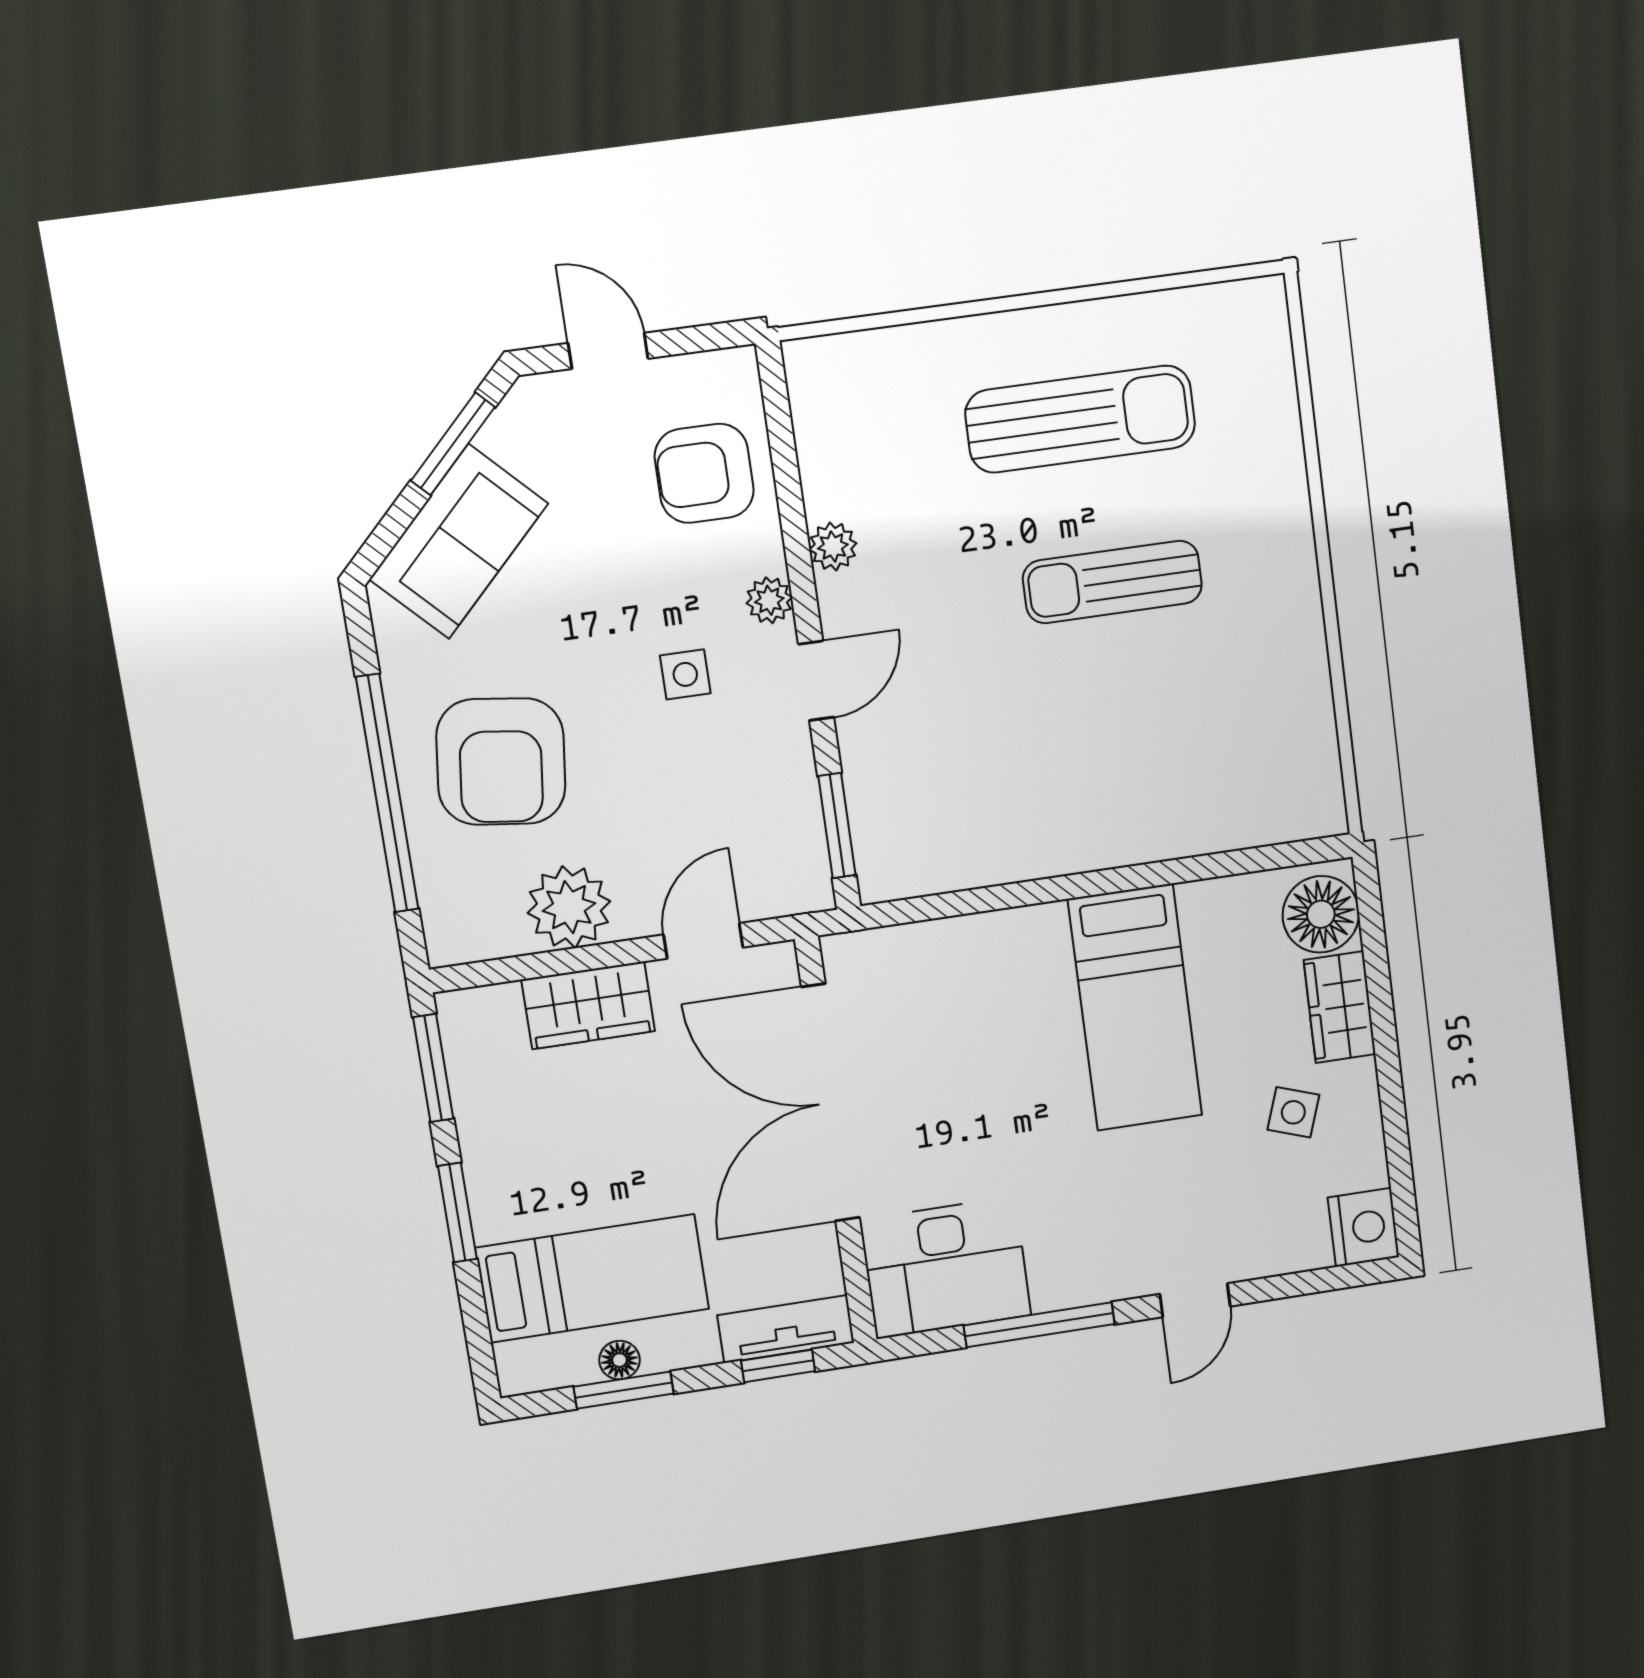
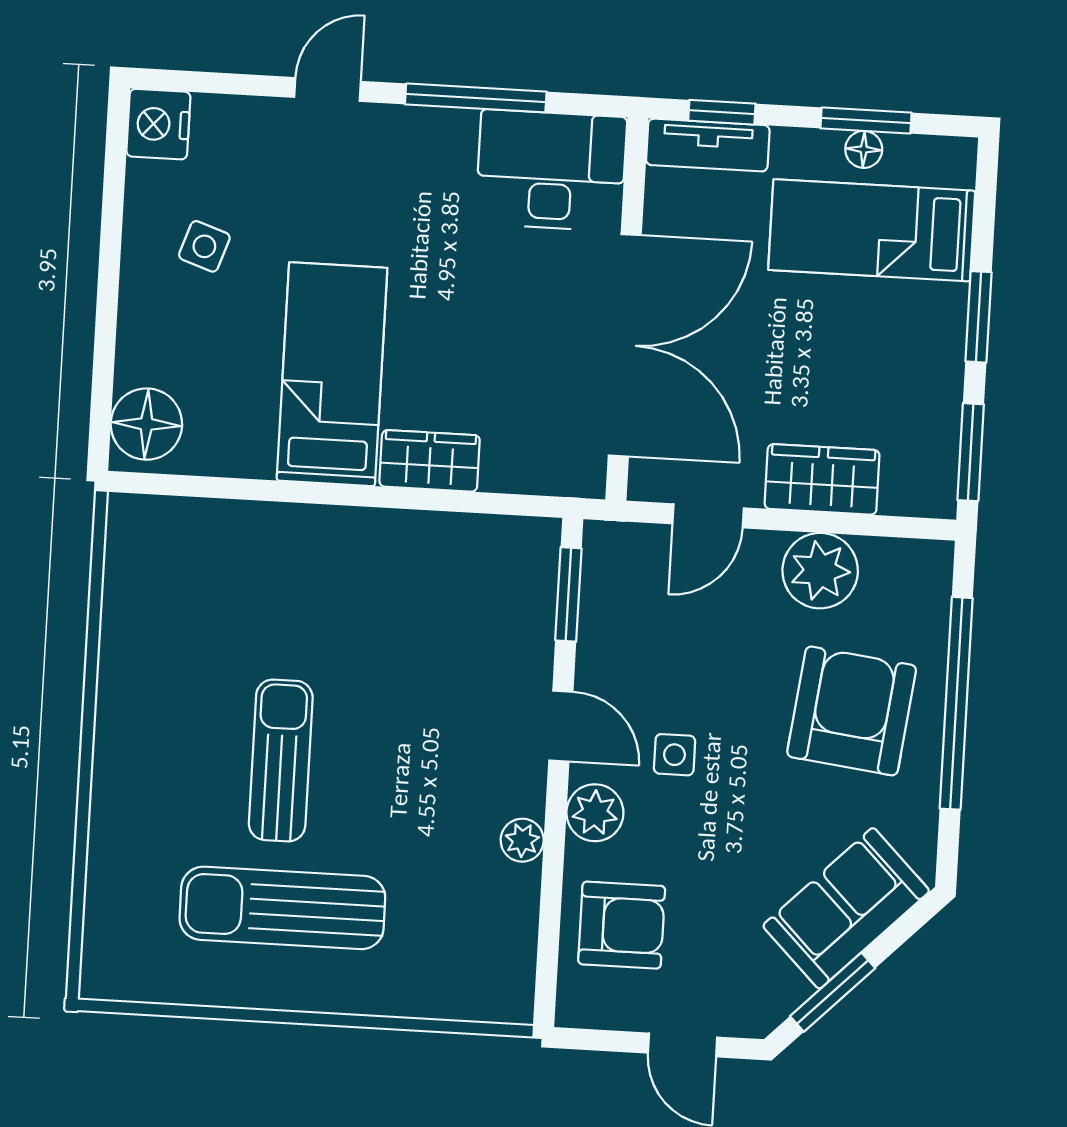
sun lounger: (1112, 582) -> (281, 760), turned -90
plant: (769, 600) -> (595, 813), width x1.38, depth x1.38
door: (816, 681) -> (561, 726), swing flipped
wardrobe: (1340, 1007) -> (430, 461), moved, turned -90

